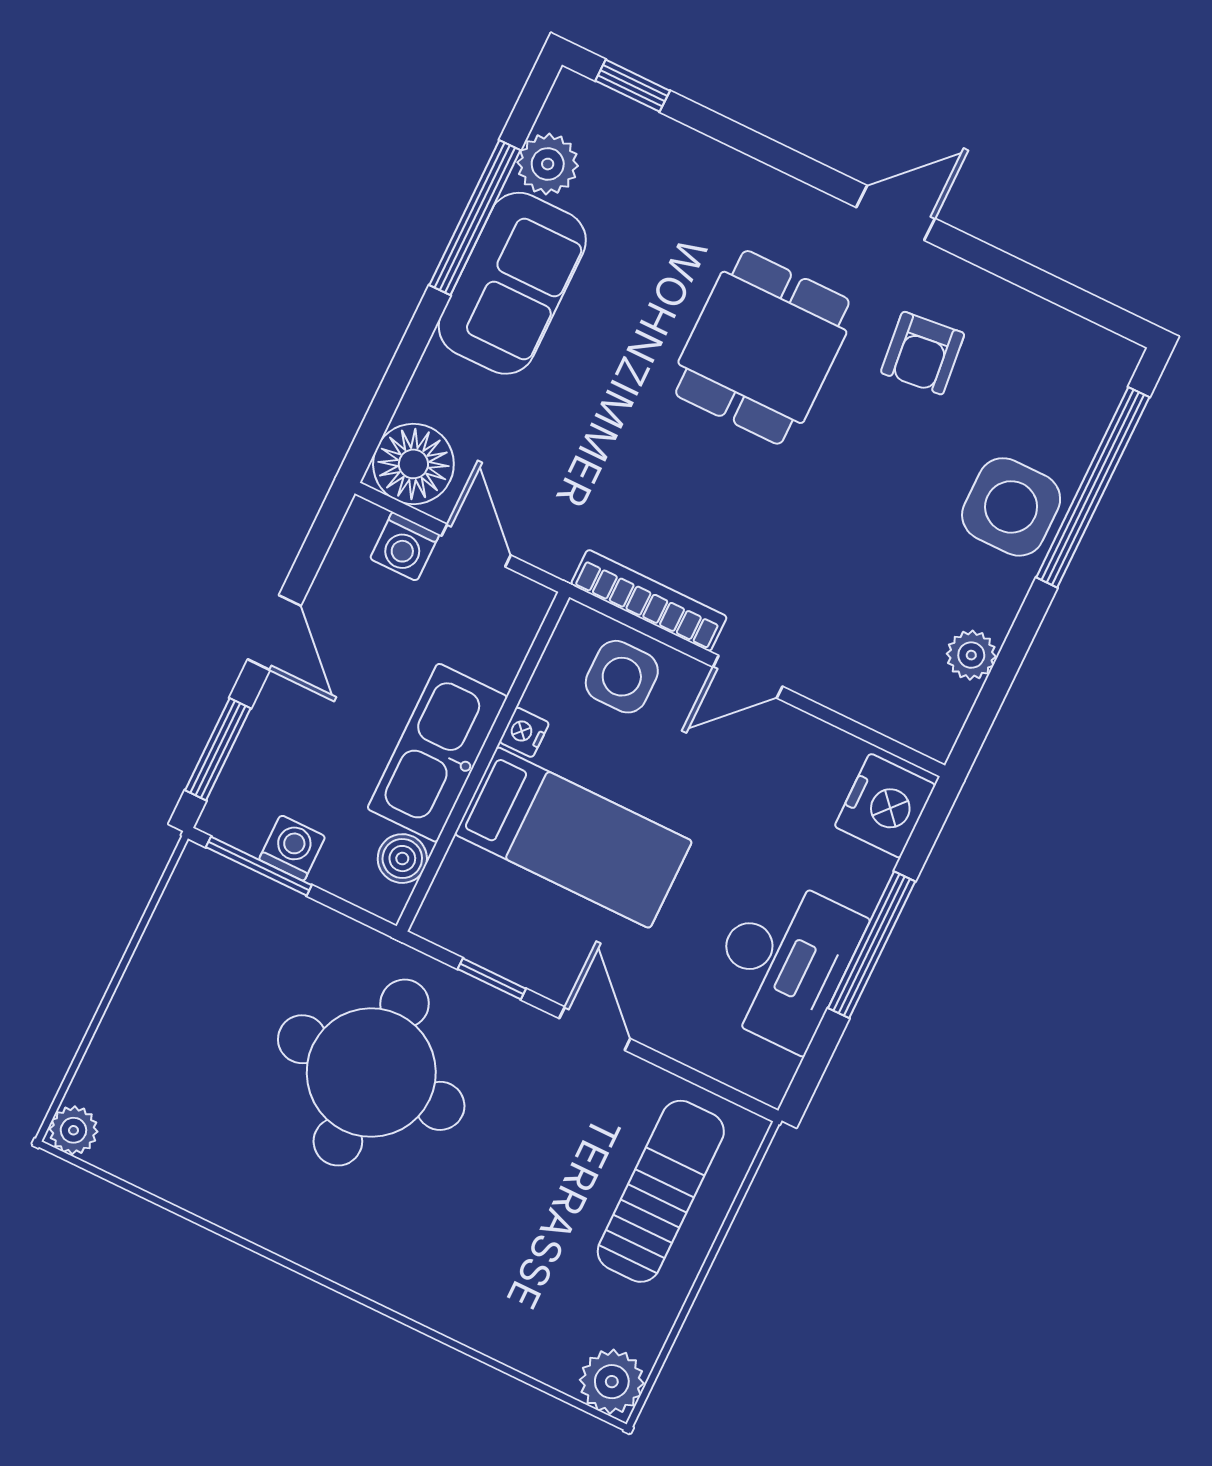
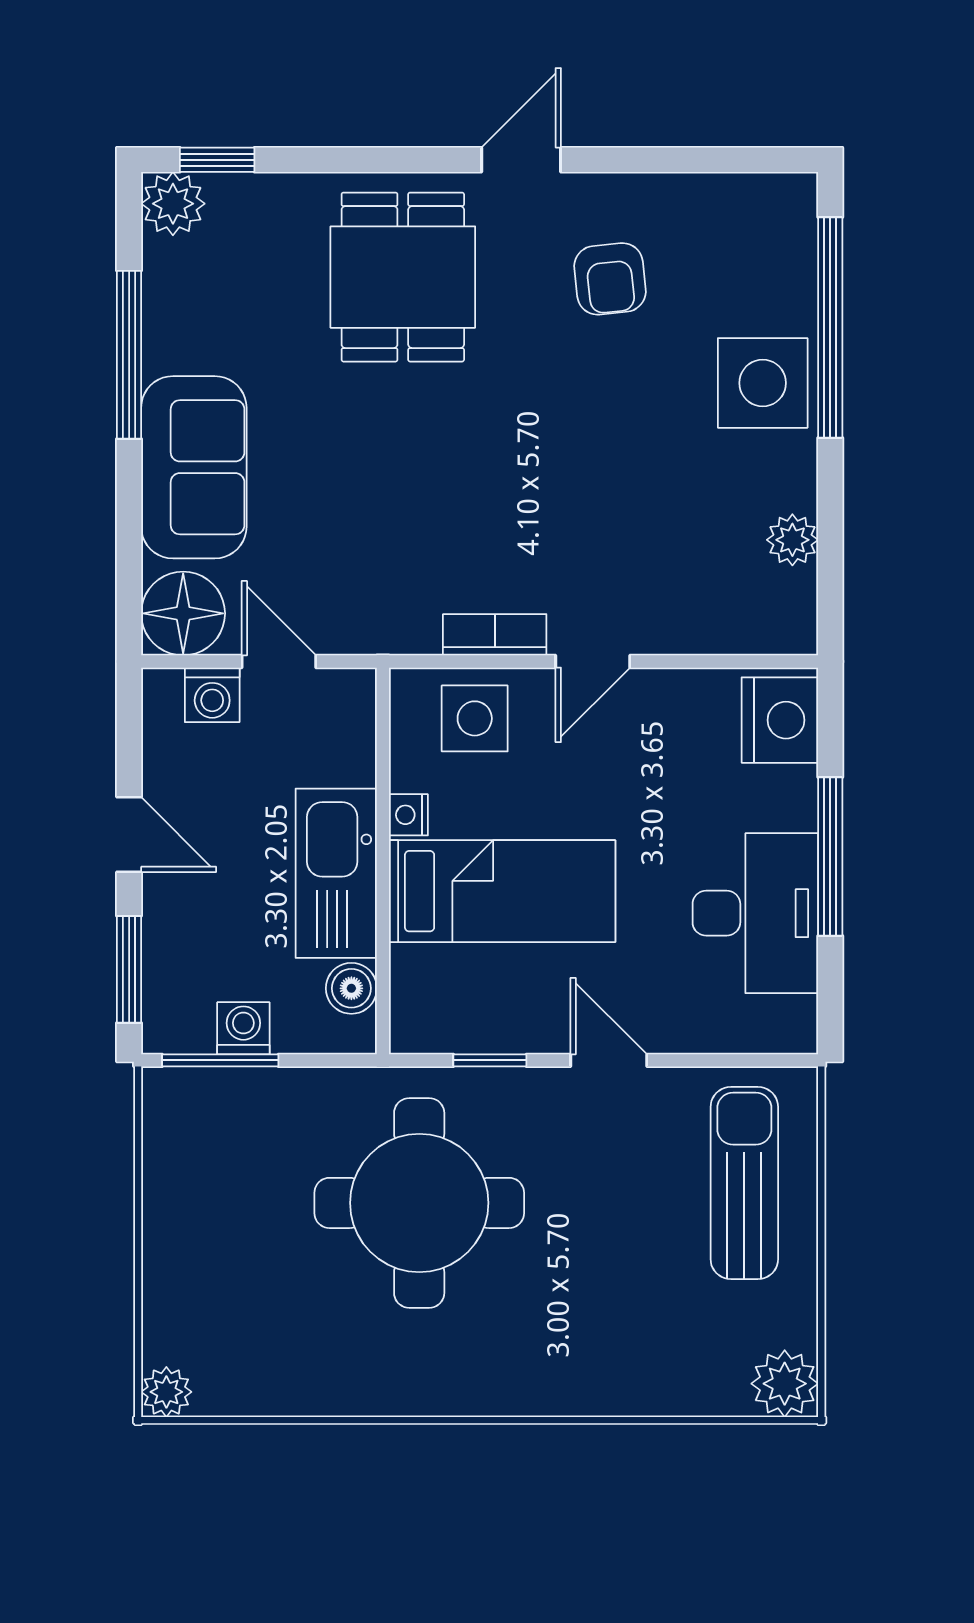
plant: (548, 164) -> (173, 204), moved
sofa: (512, 283) -> (194, 467), moved
dining table: (762, 347) -> (403, 277), moved
bookcase: (649, 600) -> (495, 635), width x0.64

